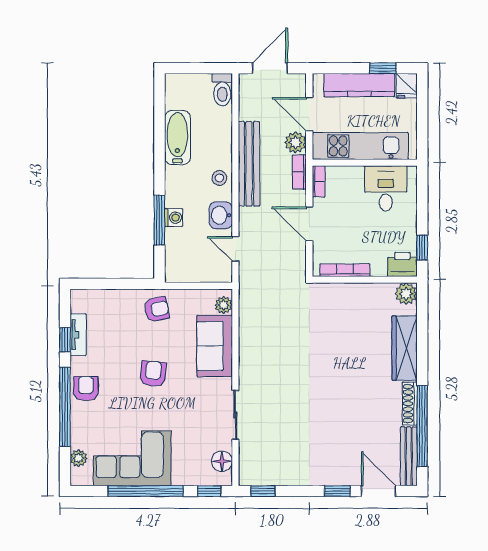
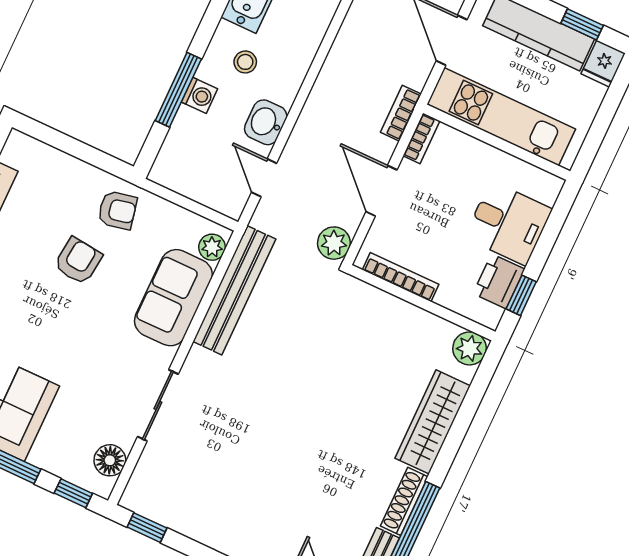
plant: (295, 142) -> (334, 243), moved
bench: (249, 164) -> (234, 290), moved
stool: (219, 178) -> (245, 62), moved
desk: (386, 188) -> (508, 223), moved, turned 90
printer: (402, 264) -> (499, 281), moved, turned -90
armchair: (153, 374) -> (78, 261), moved

